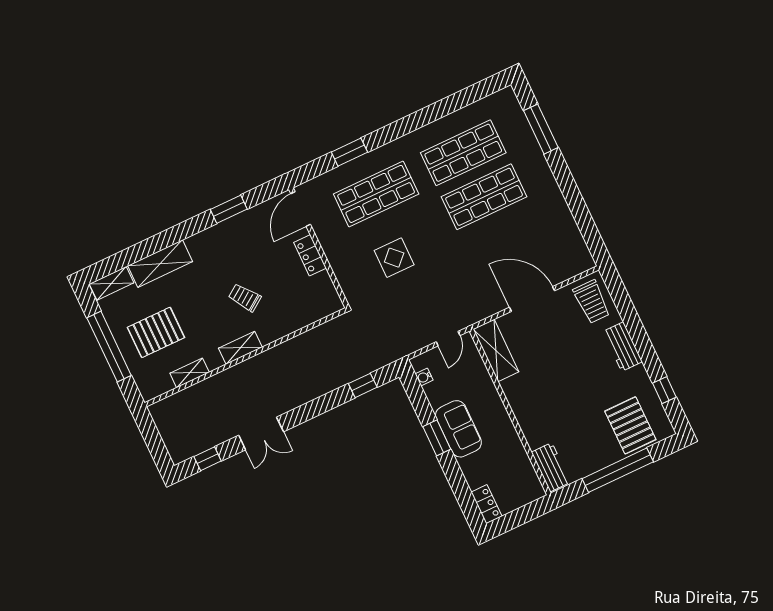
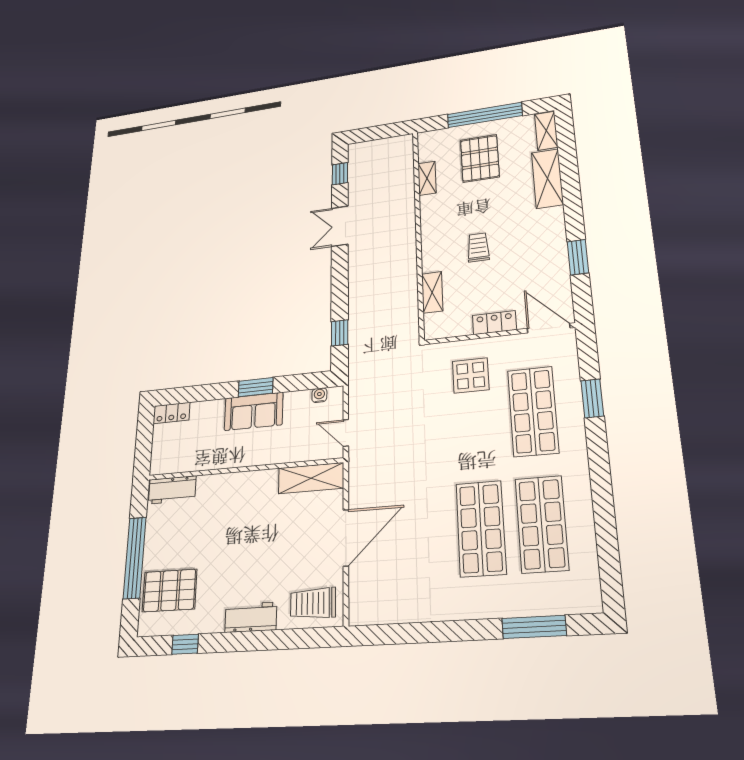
display table: (394, 258) -> (471, 375), moved
trolley: (245, 297) -> (478, 247), turned -55
shelving: (240, 348) -> (432, 292), moved

